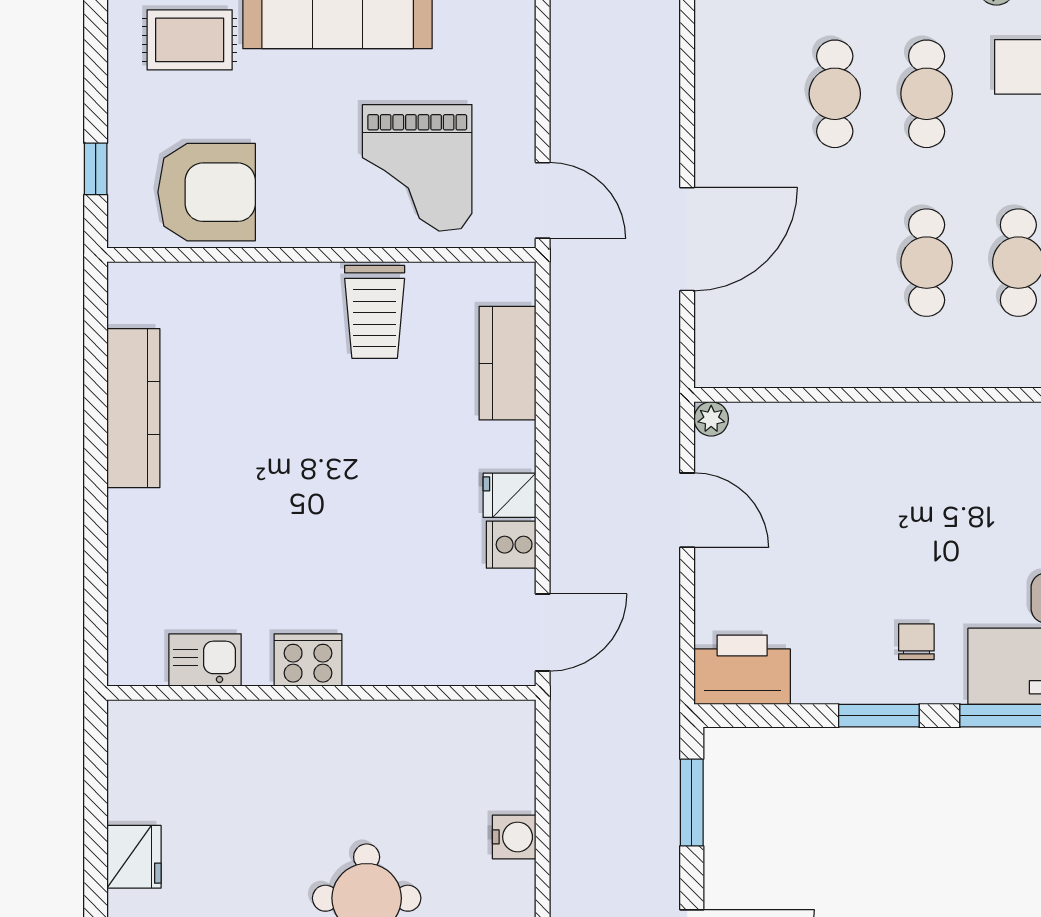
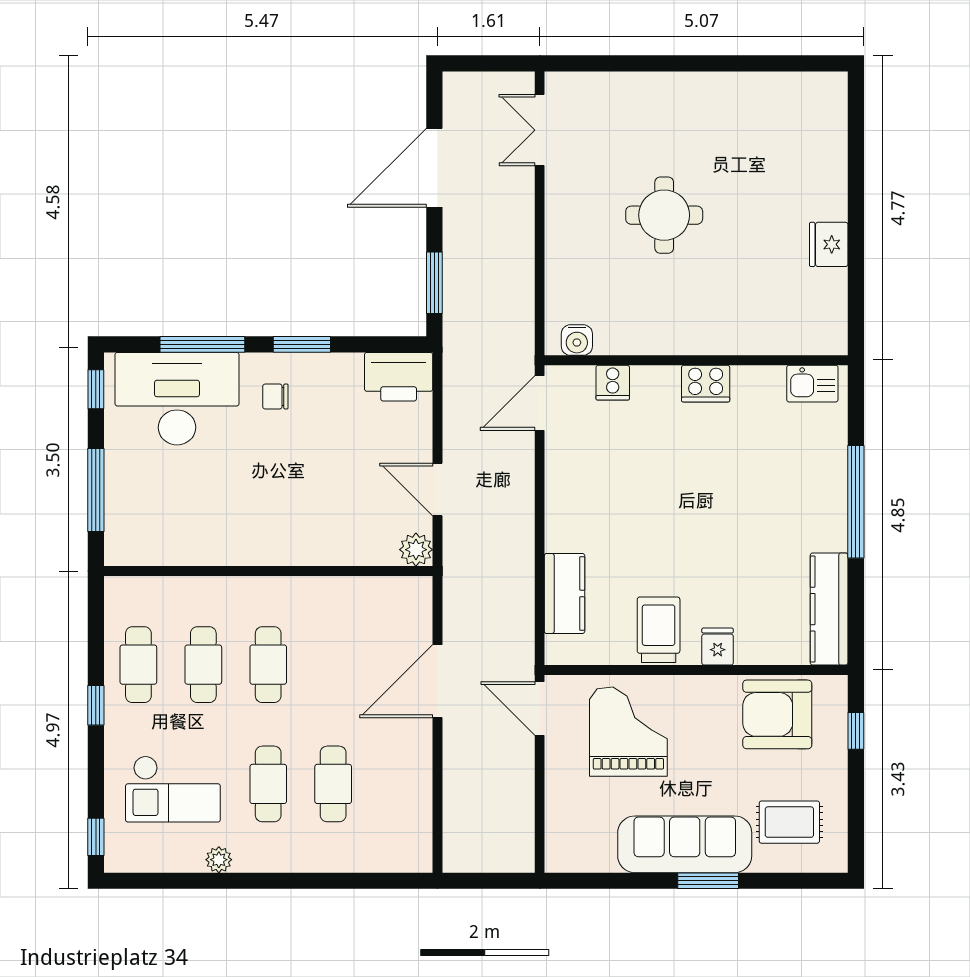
kitchen counter: (133, 408) -> (829, 609), moved
plant: (711, 419) -> (416, 550), width x1.38, depth x1.38
window: (96, 493) -> (856, 502), added
fridge: (510, 495) -> (718, 647), moved, turned -90
cooker: (511, 545) -> (613, 383), moved, turned 90
chair: (916, 642) -> (275, 396), turned 90
kitchen sink: (205, 660) -> (812, 384), moved
water cooler: (514, 837) -> (577, 340), moved, turned -90

